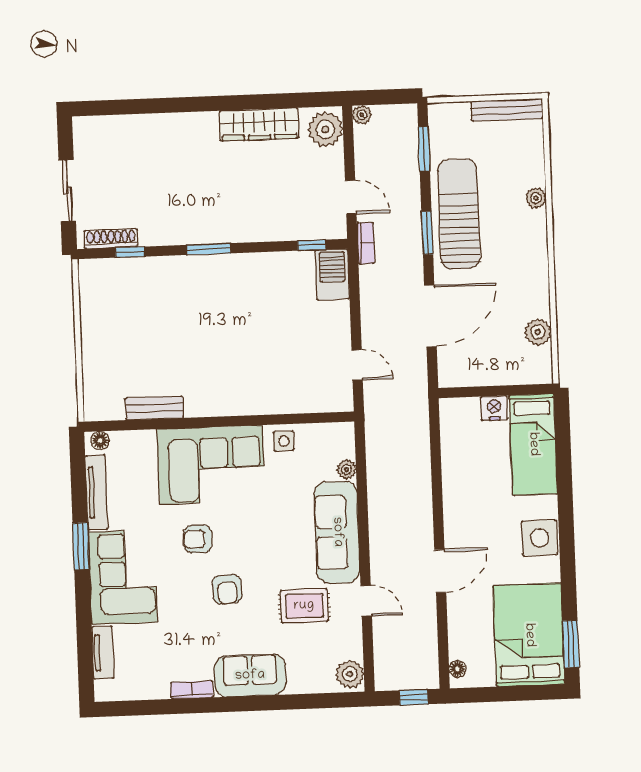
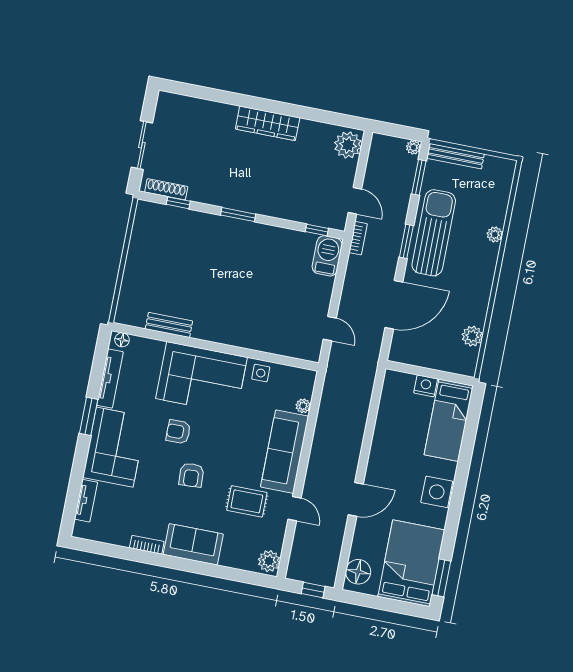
bench: (507, 110) -> (455, 156), moved
plant: (362, 115) -> (413, 147), moved
wardrobe: (259, 125) -> (268, 123), moved
floor lamp: (457, 669) -> (358, 572), width x1.89, depth x1.89

